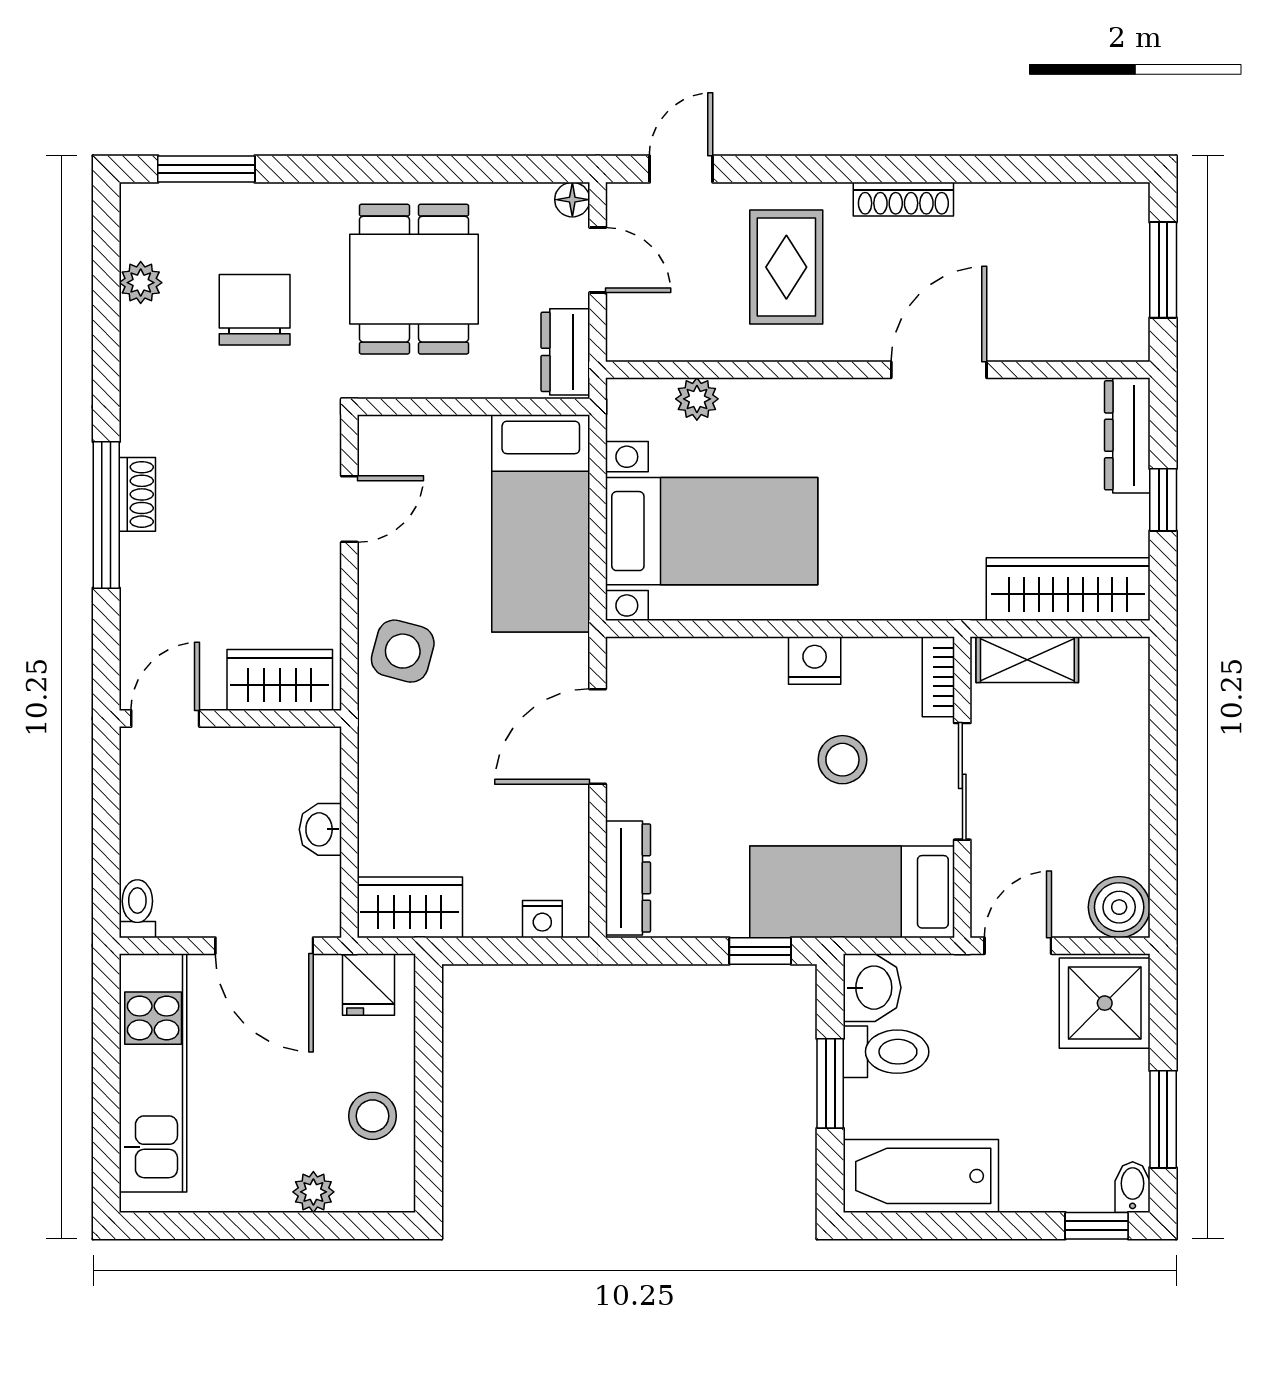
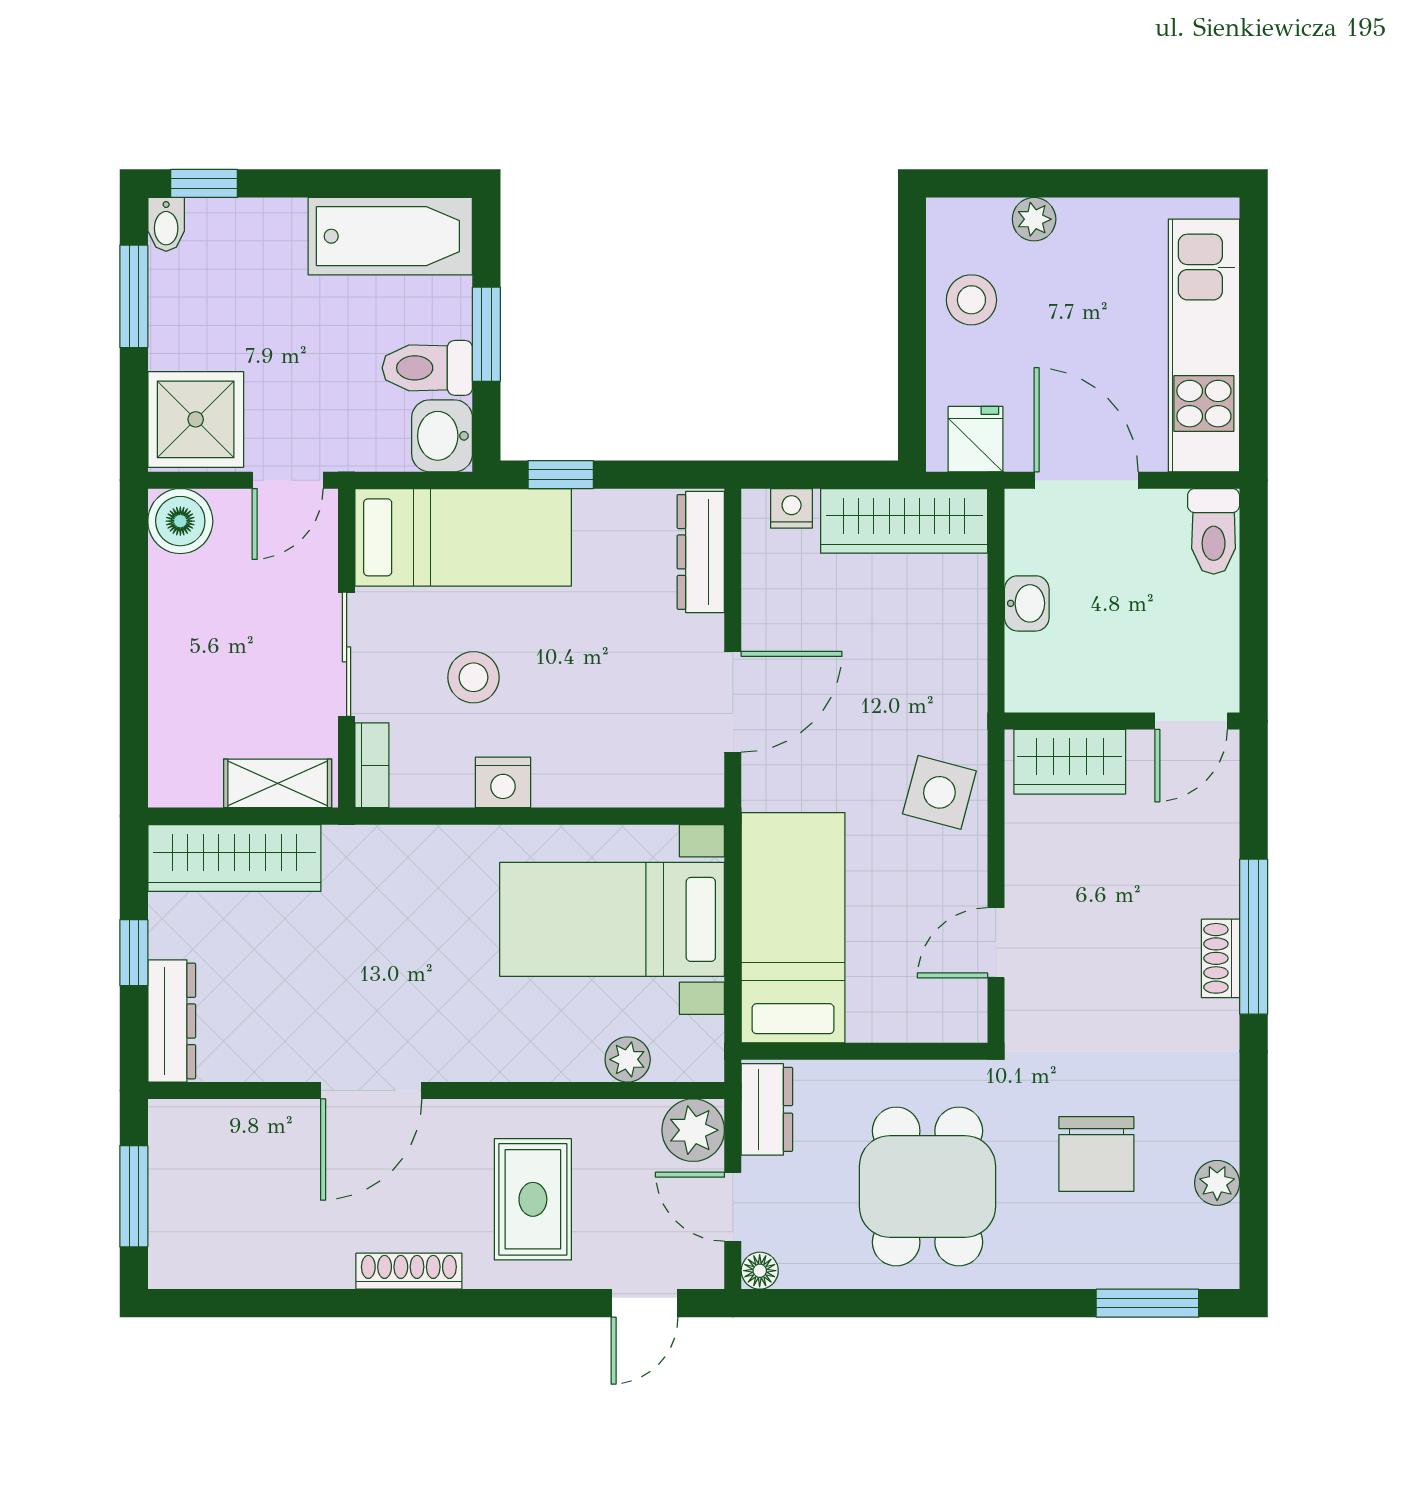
plant: (635, 332) -> (693, 1130), added
wardrobe: (410, 907) -> (904, 521), width x1.50
toilet: (137, 909) -> (1214, 531), width x1.37, depth x1.39

